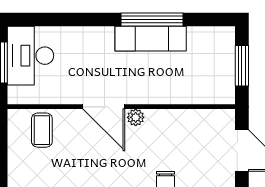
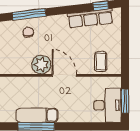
plant: (136, 117) -> (41, 65), width x1.88, depth x1.88

